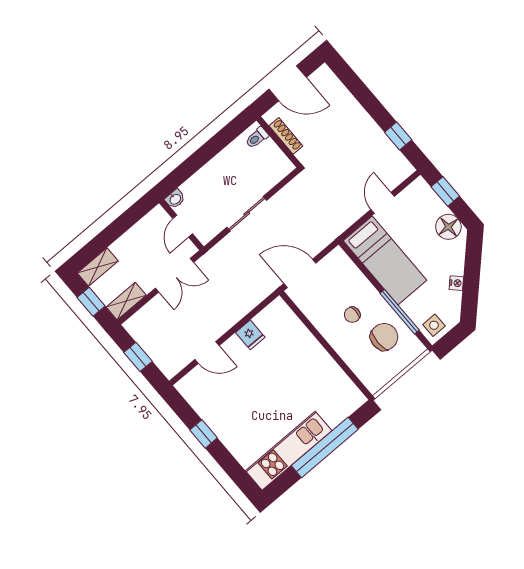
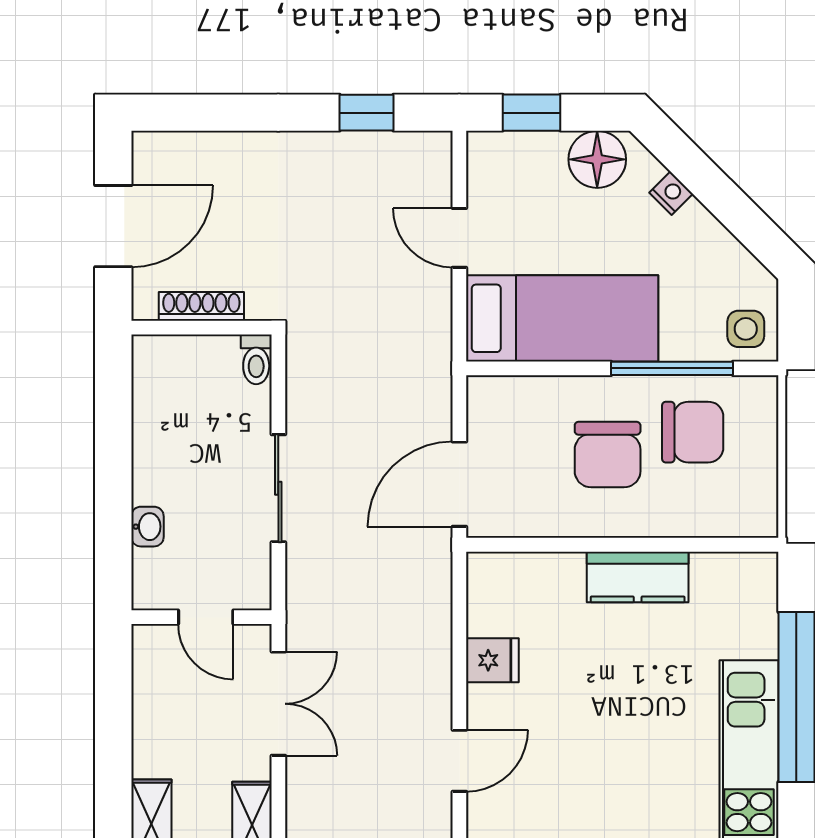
toilet: (257, 138) -> (256, 359), moved
washbasin: (175, 199) -> (147, 527), moved
nightstand: (456, 283) -> (671, 193), moved
chair: (352, 315) -> (608, 454), width x1.87, depth x1.87
chair: (384, 337) -> (693, 432), turned 90
kitchen counter: (320, 360) -> (638, 577), added

